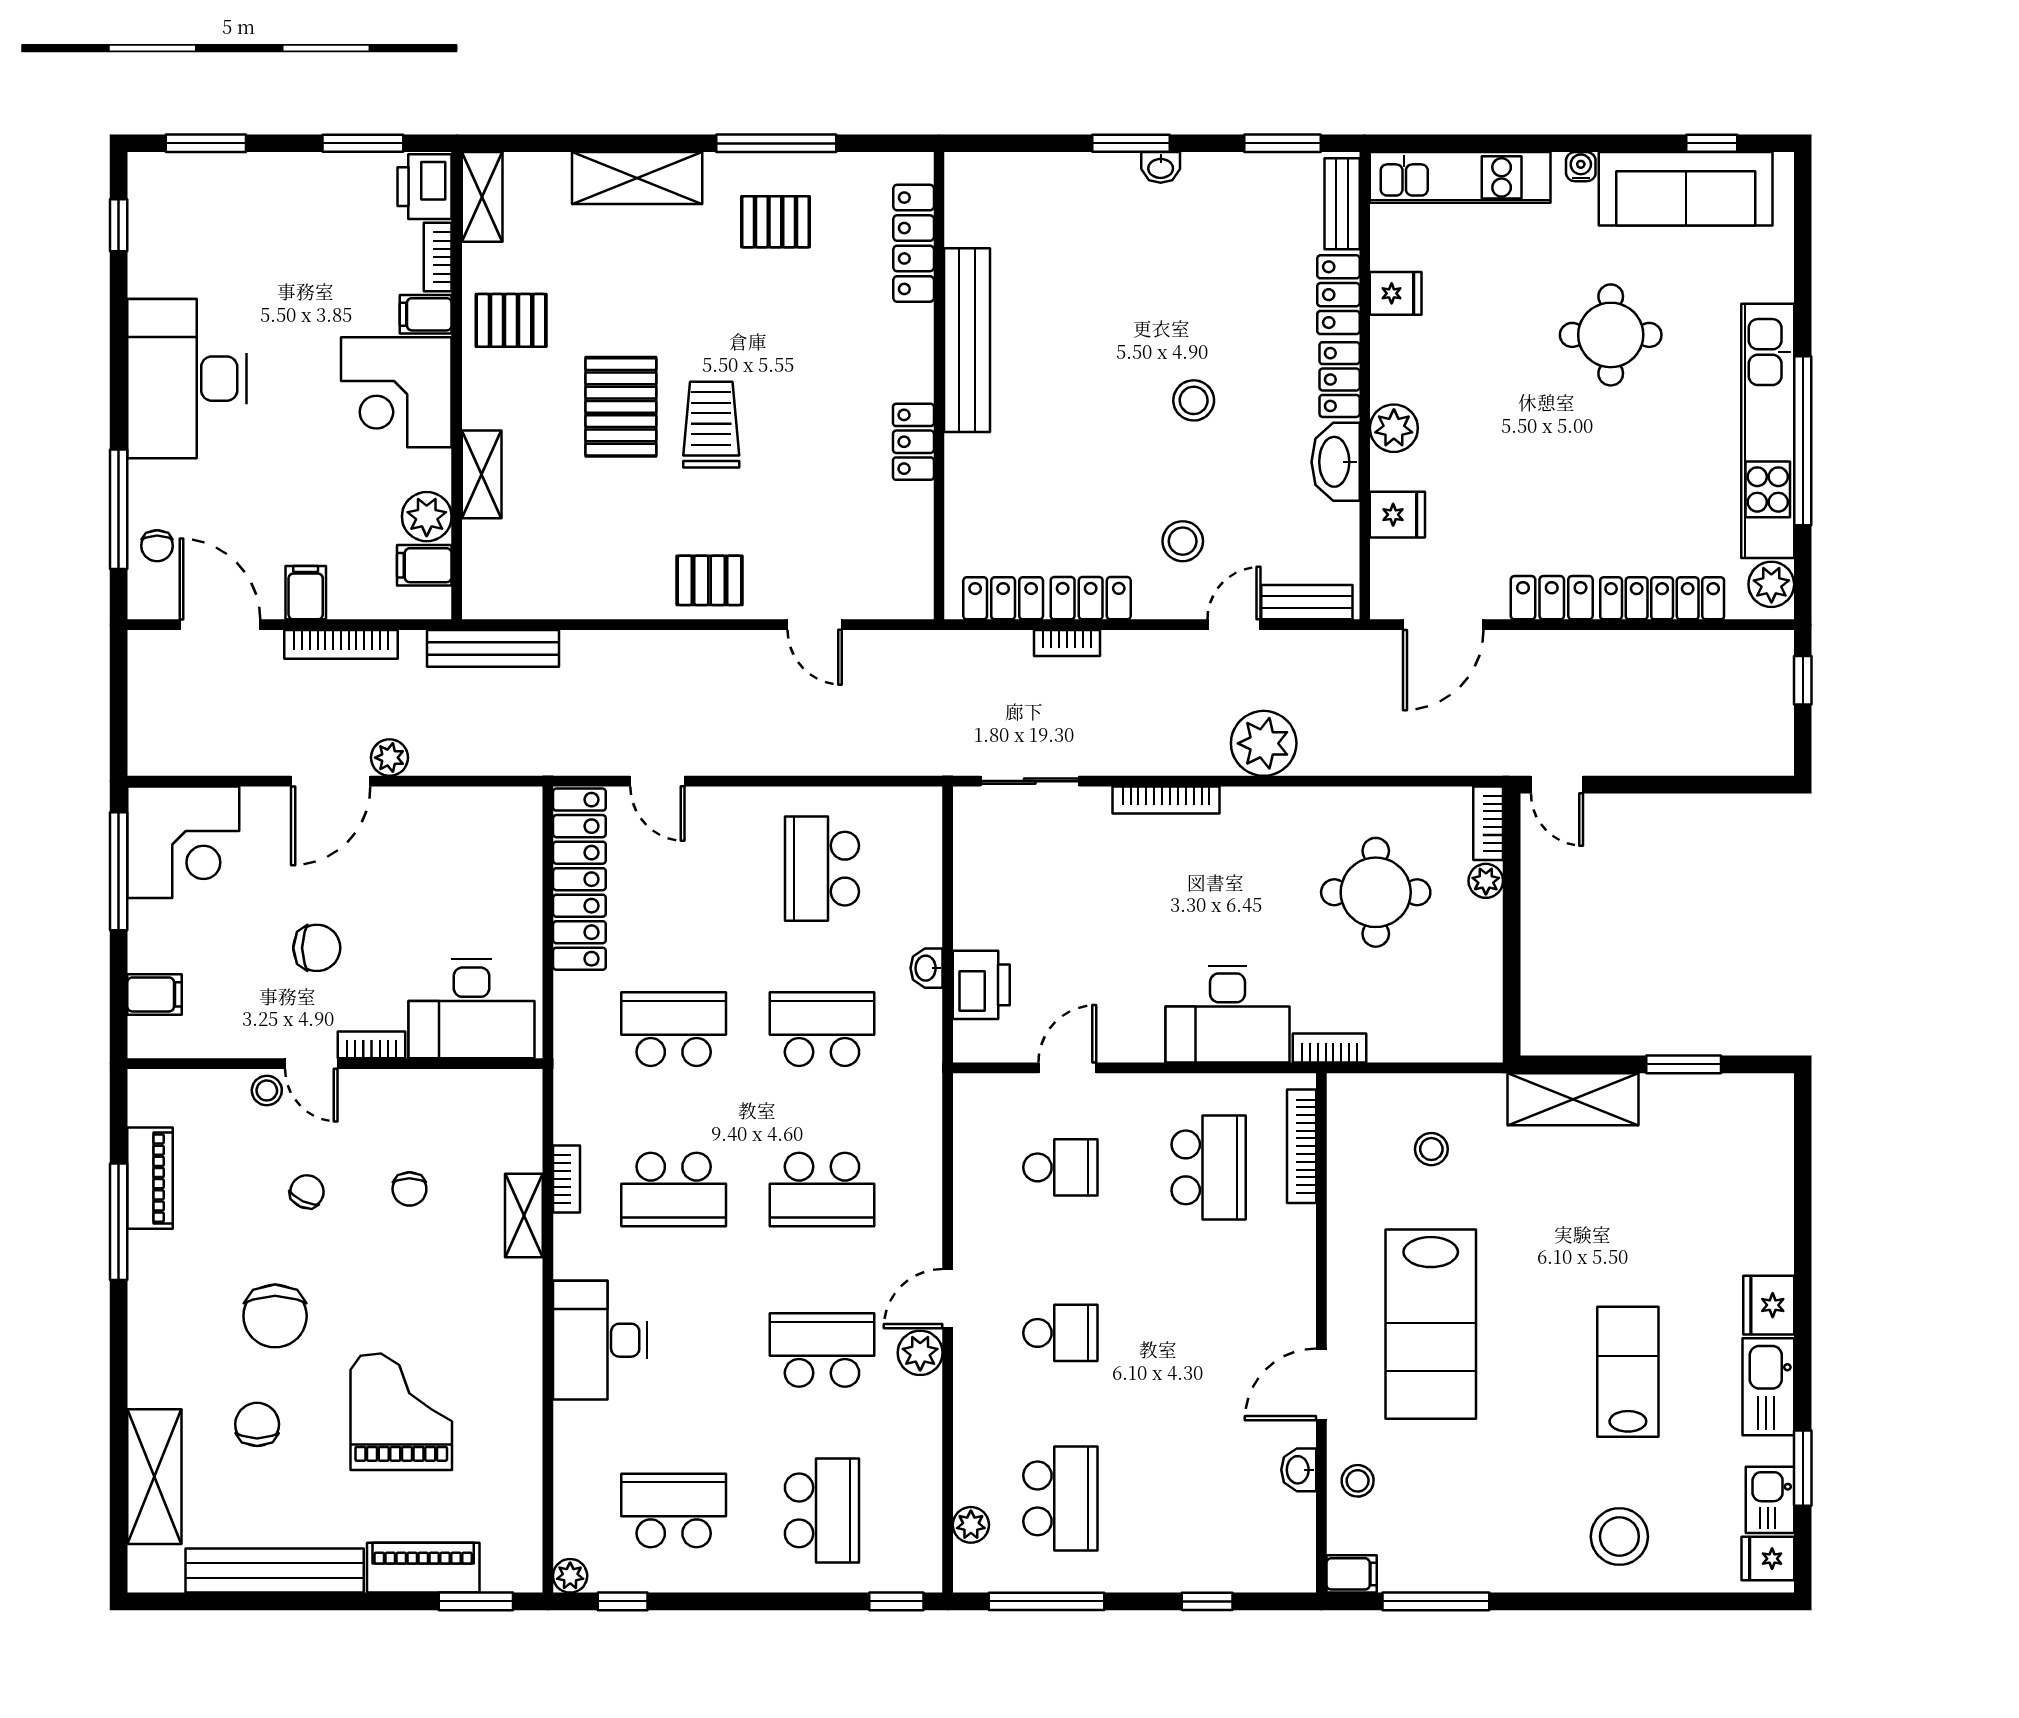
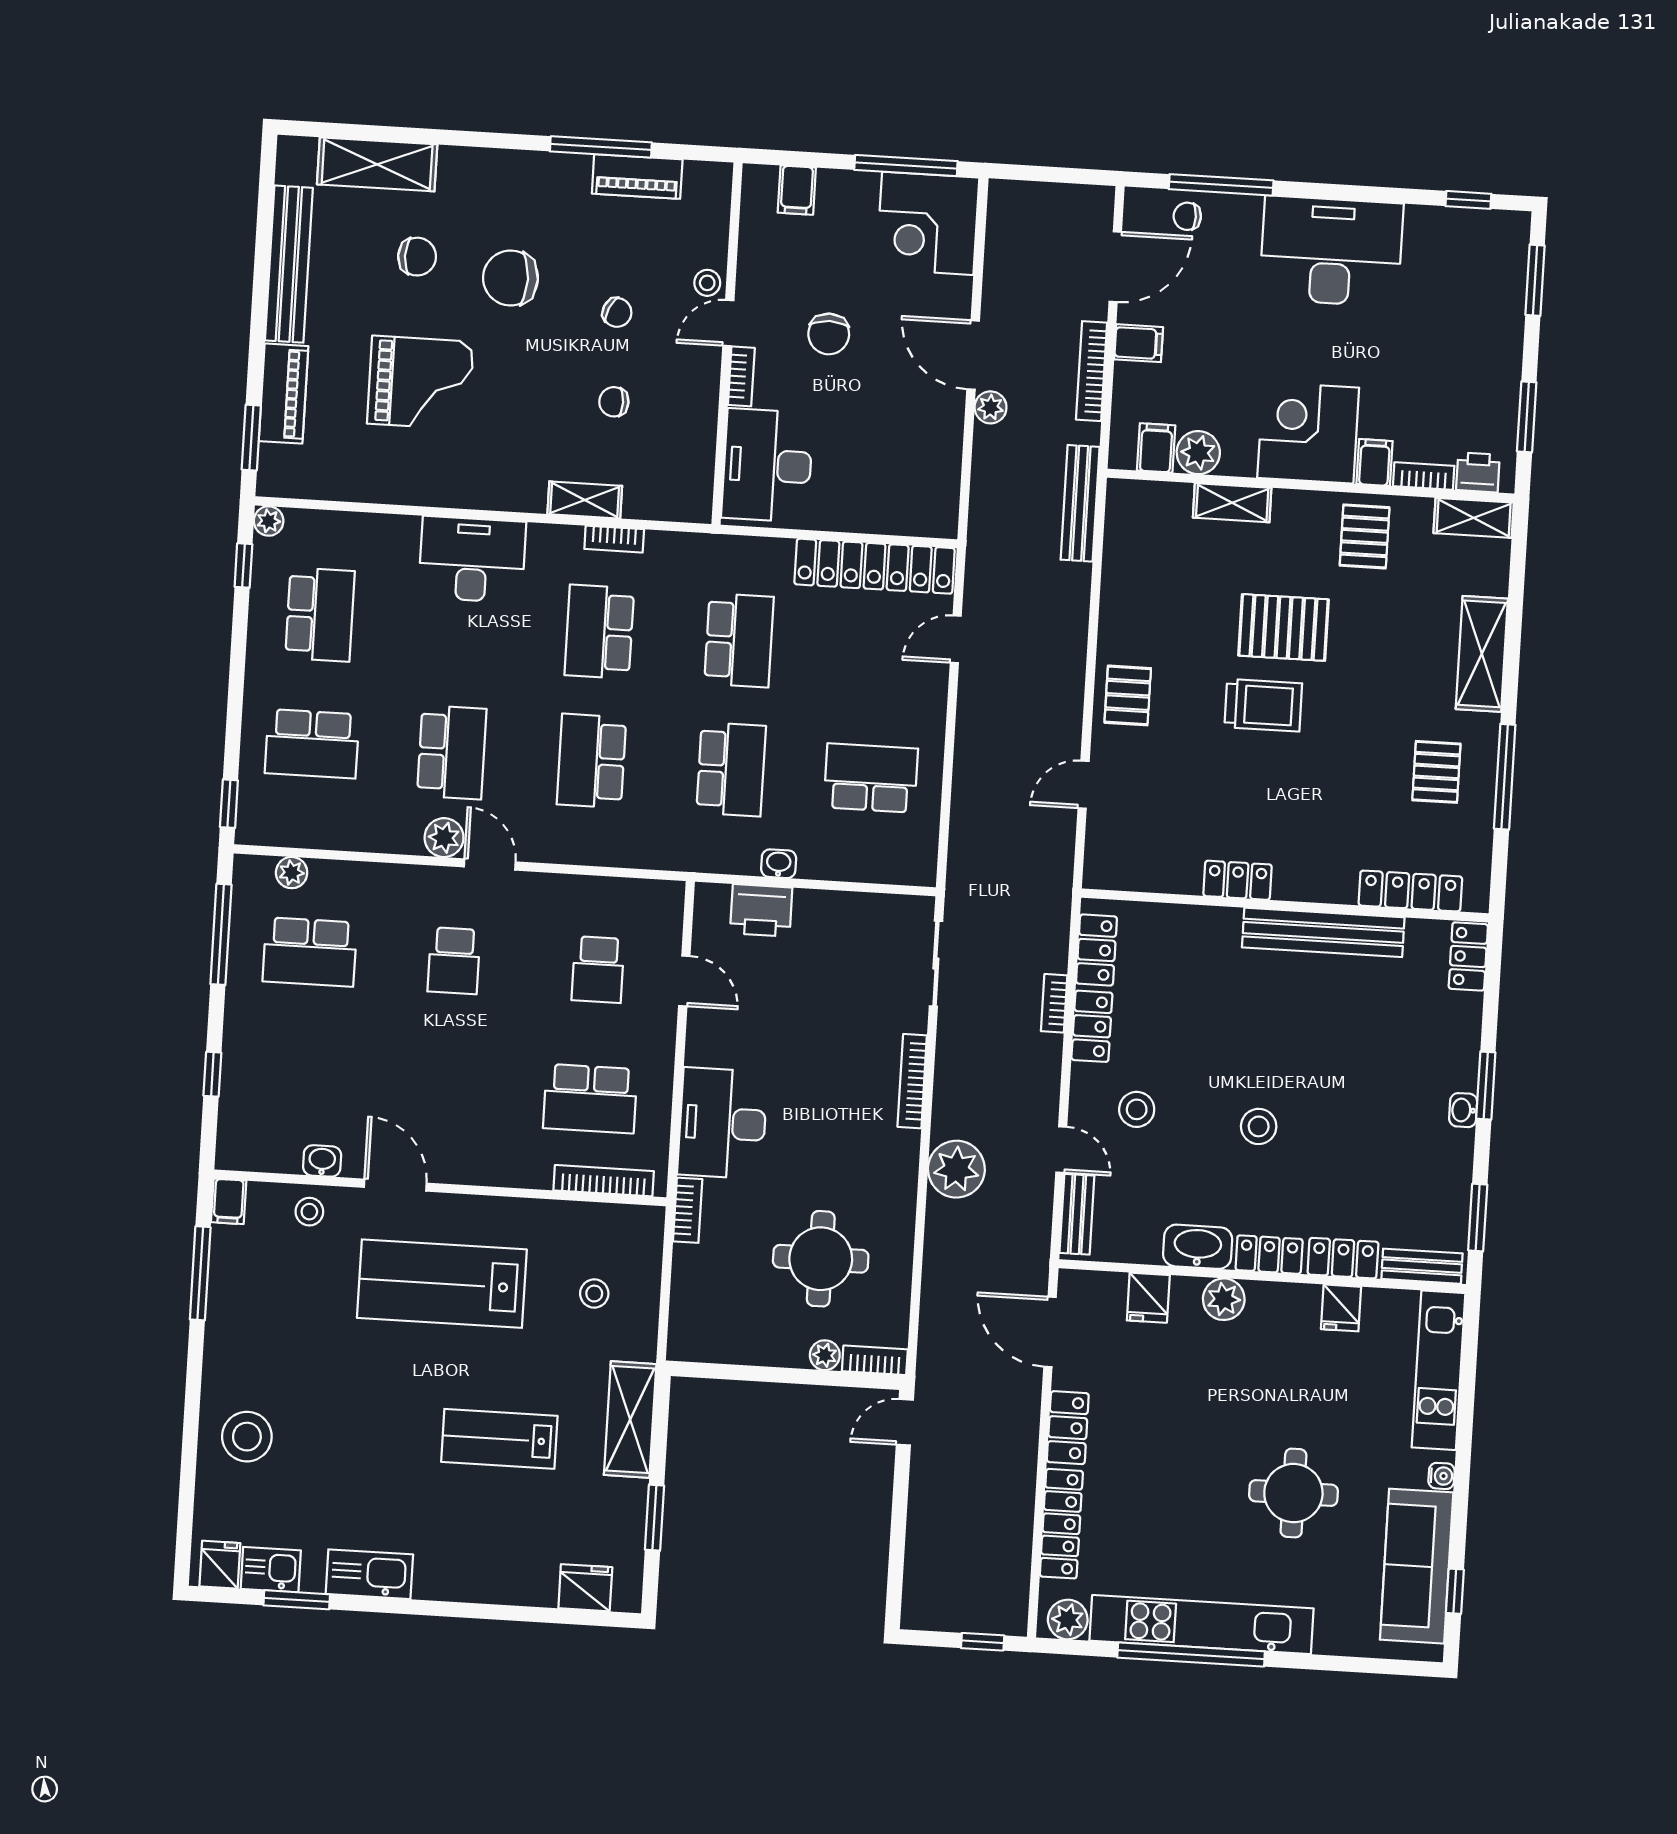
locker: (984, 172) -> (1468, 956), added
printer: (425, 187) -> (1478, 472), width x0.73, depth x0.81
fridge: (1769, 1305) -> (585, 1588), moved
lab bench: (1628, 1372) -> (499, 1439), moved, turned 180

